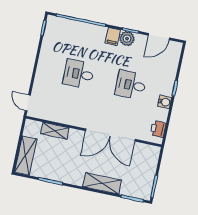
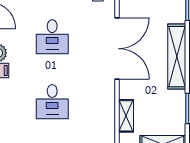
shelving: (102, 183) -> (177, 57), width x1.47

